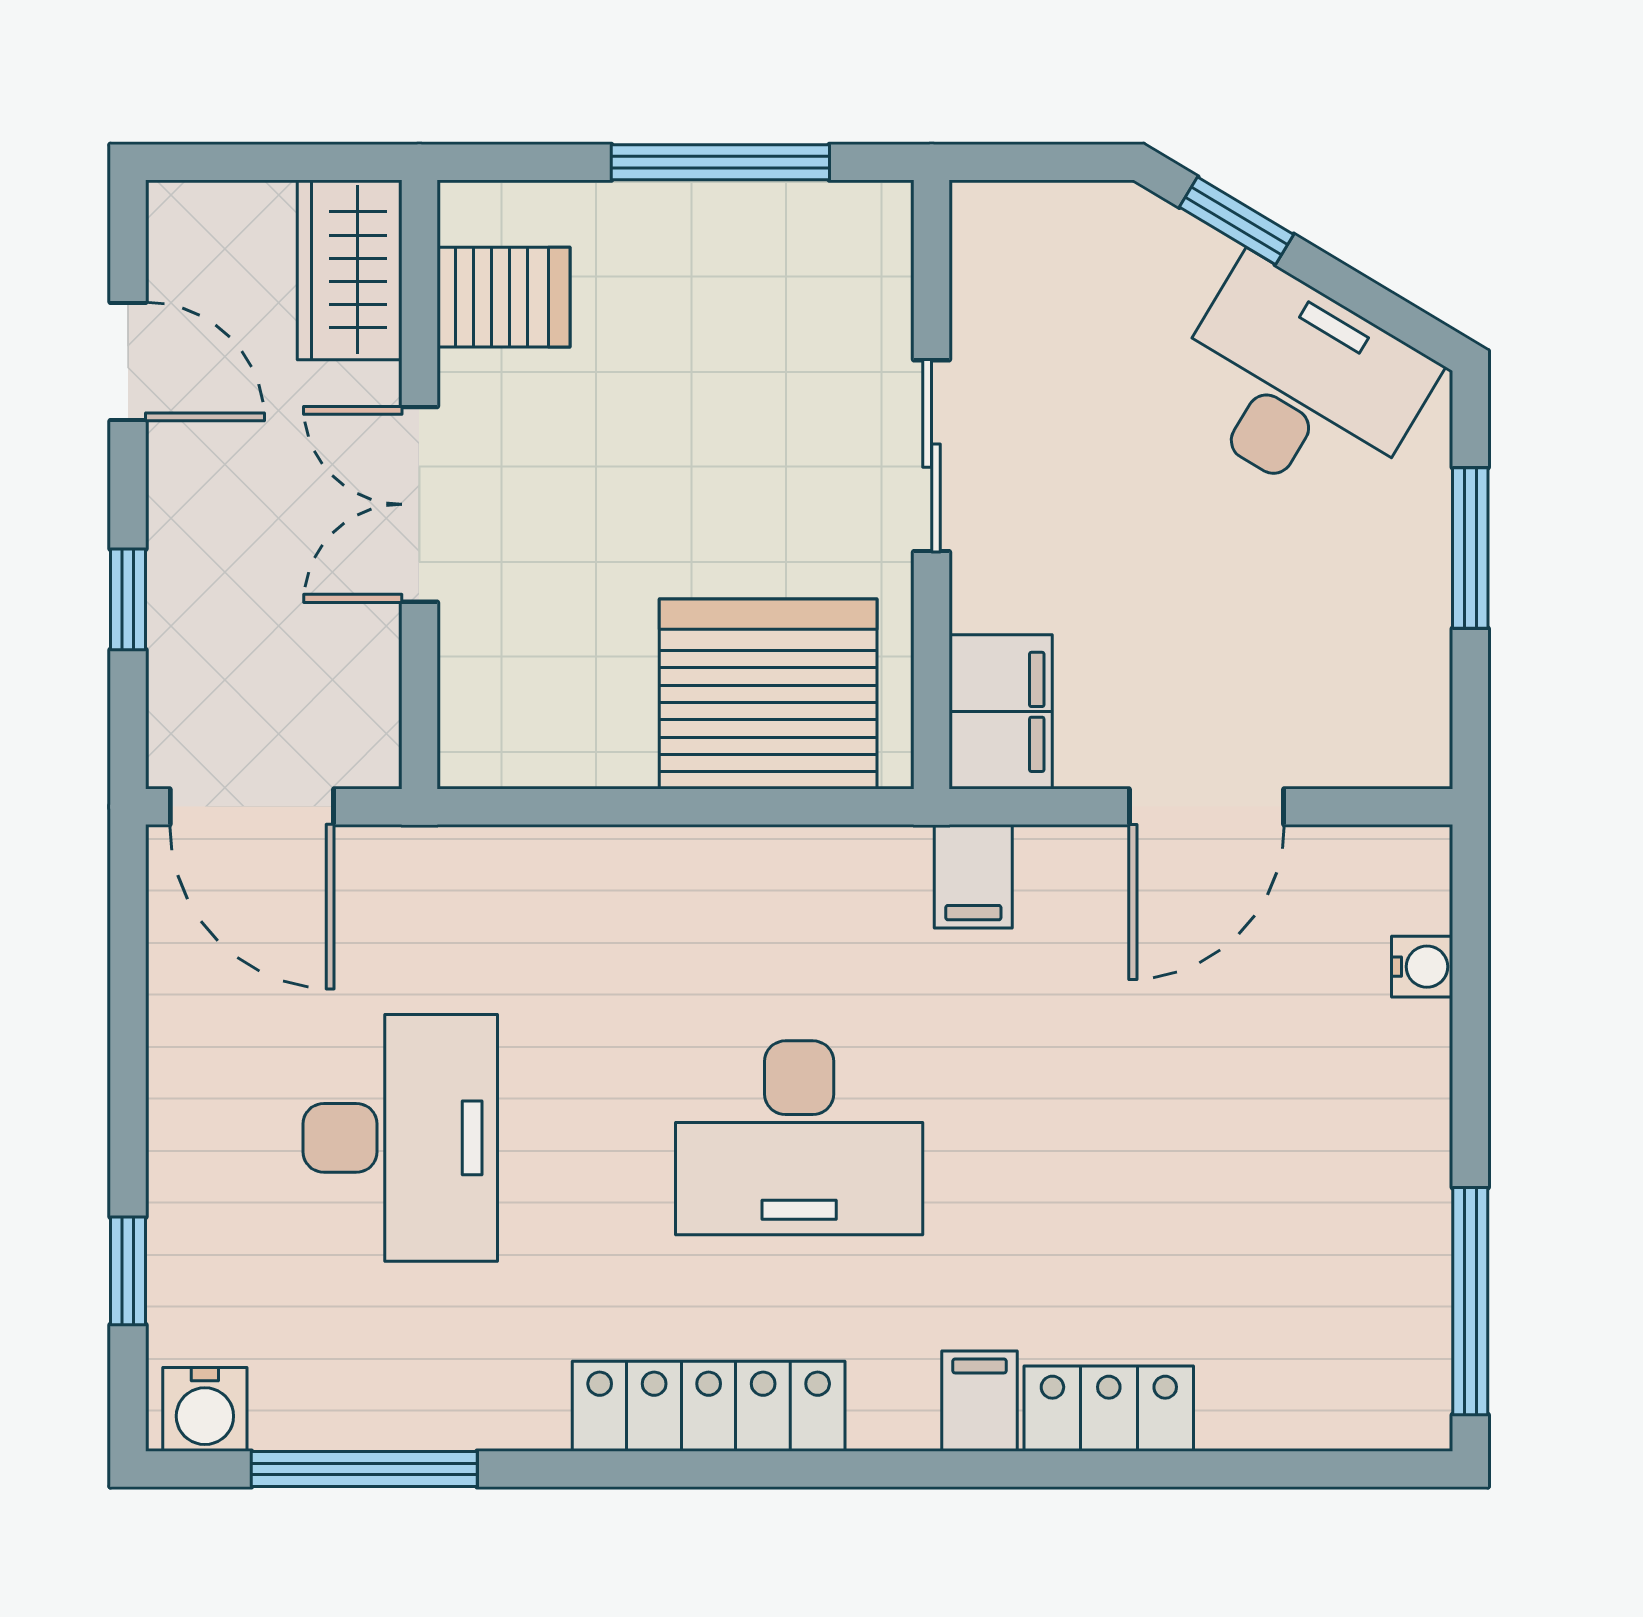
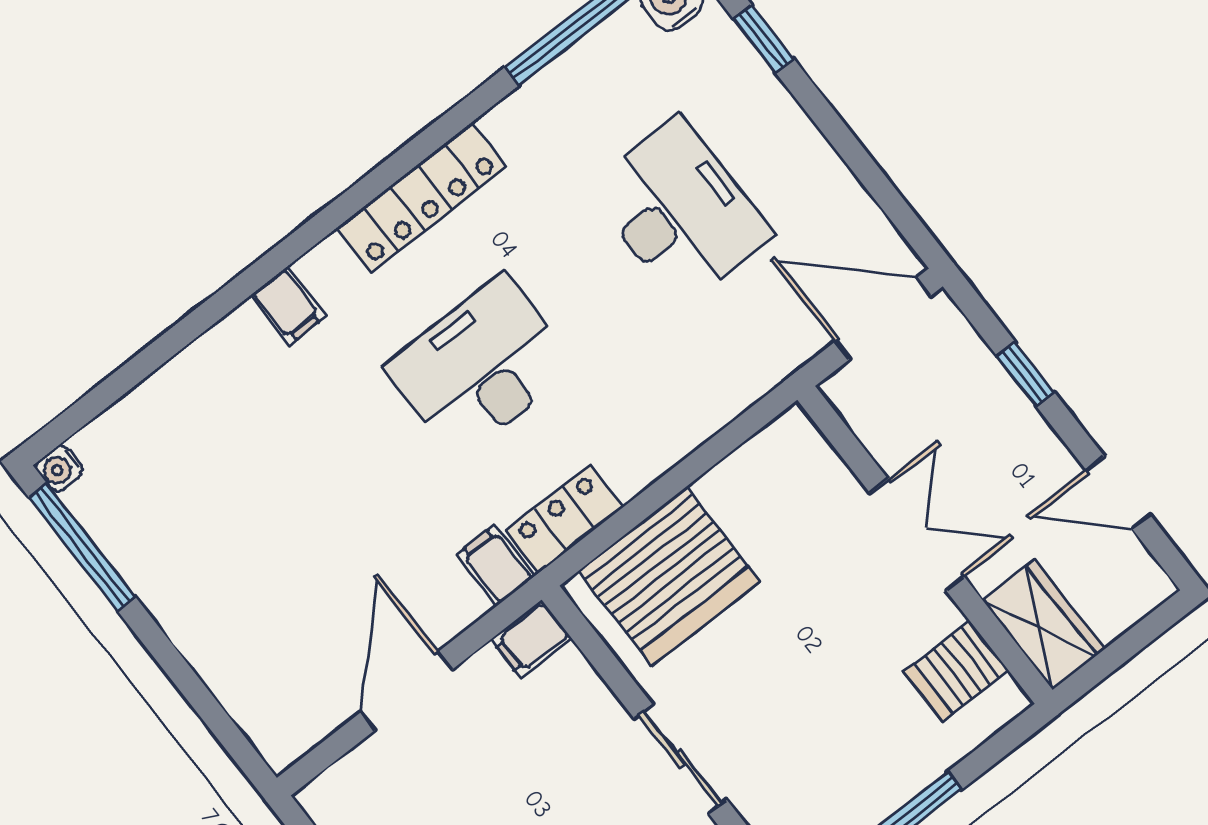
filing cabinet: (1001, 712) -> (531, 639), width x0.50
water cooler: (1422, 967) -> (59, 468), moved
desk: (400, 1138) -> (680, 211), turned 180
locker: (1109, 1409) -> (564, 519), moved, turned 180

